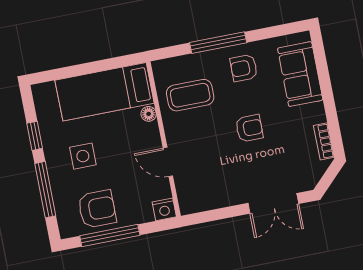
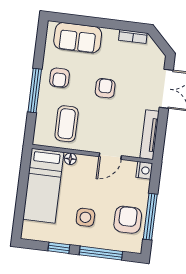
tv unit: (210, 201) -> (150, 135), added

